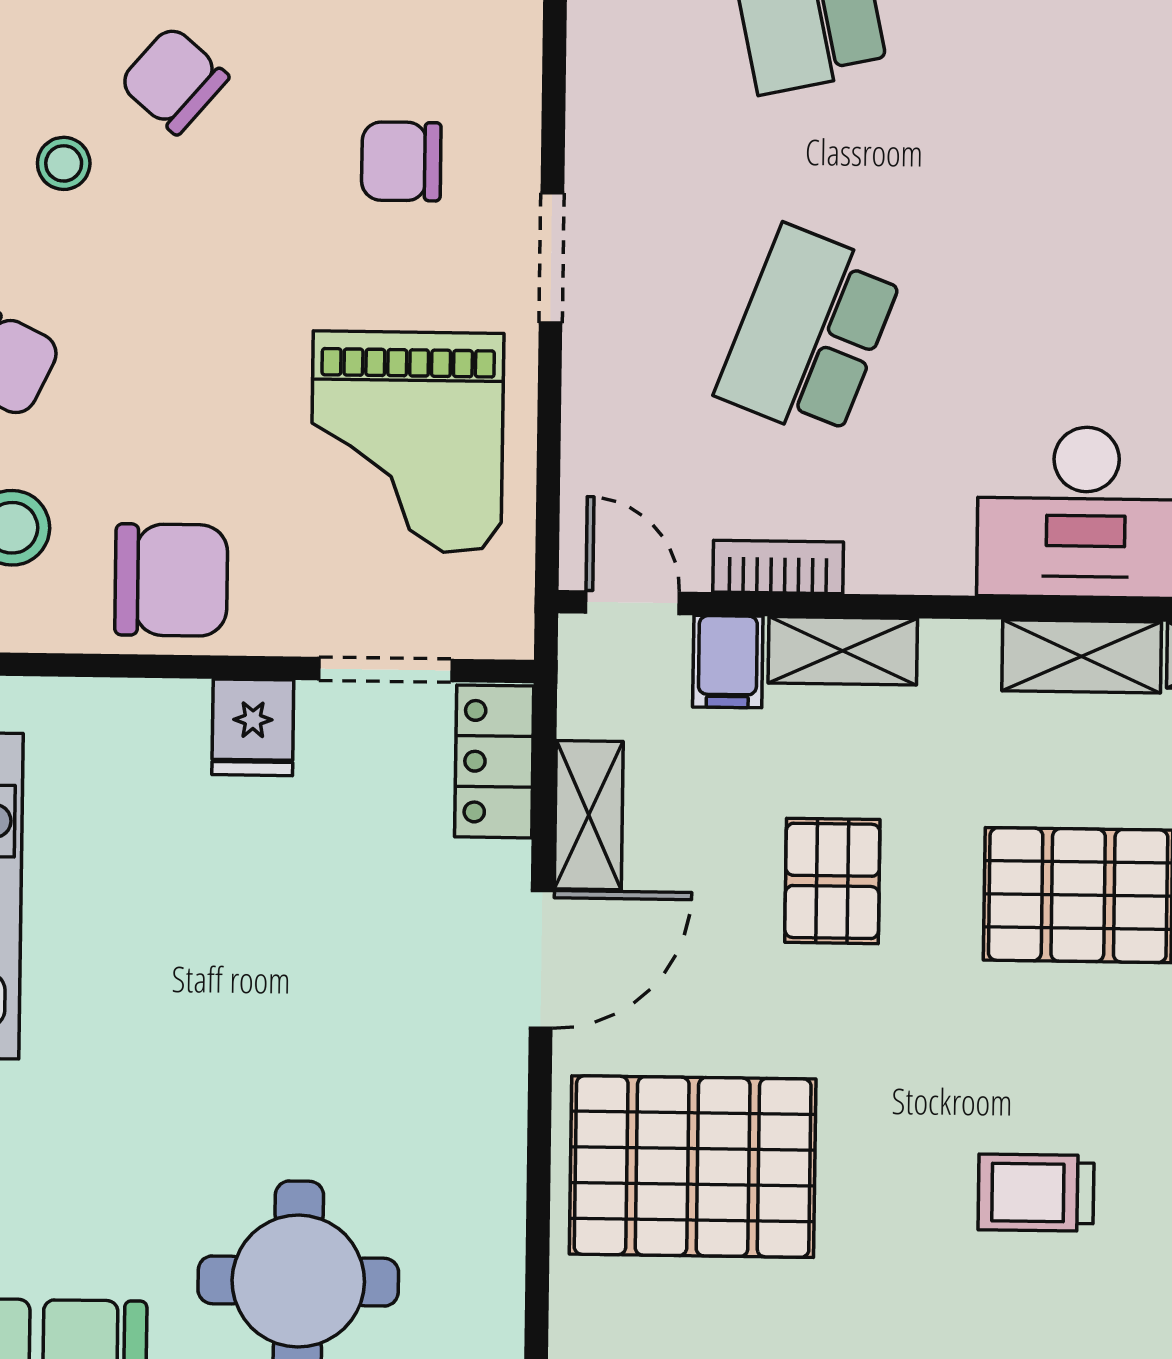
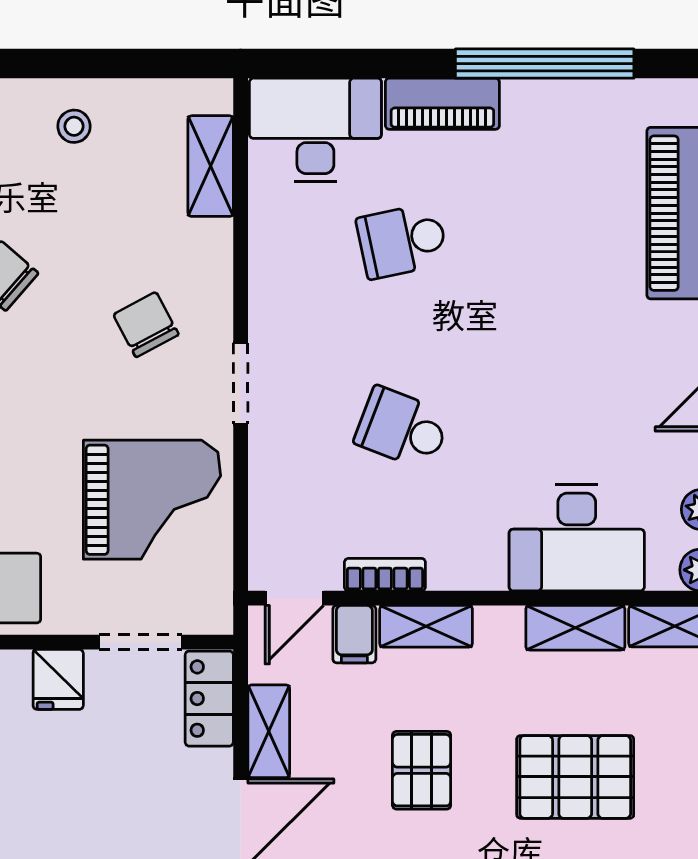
chair: (401, 161) -> (146, 325), turned 62
school desk: (809, 333) -> (402, 428), width x0.54
grand piano: (407, 442) -> (152, 500), turned -90
door: (632, 603) -> (294, 598), swing flipped

